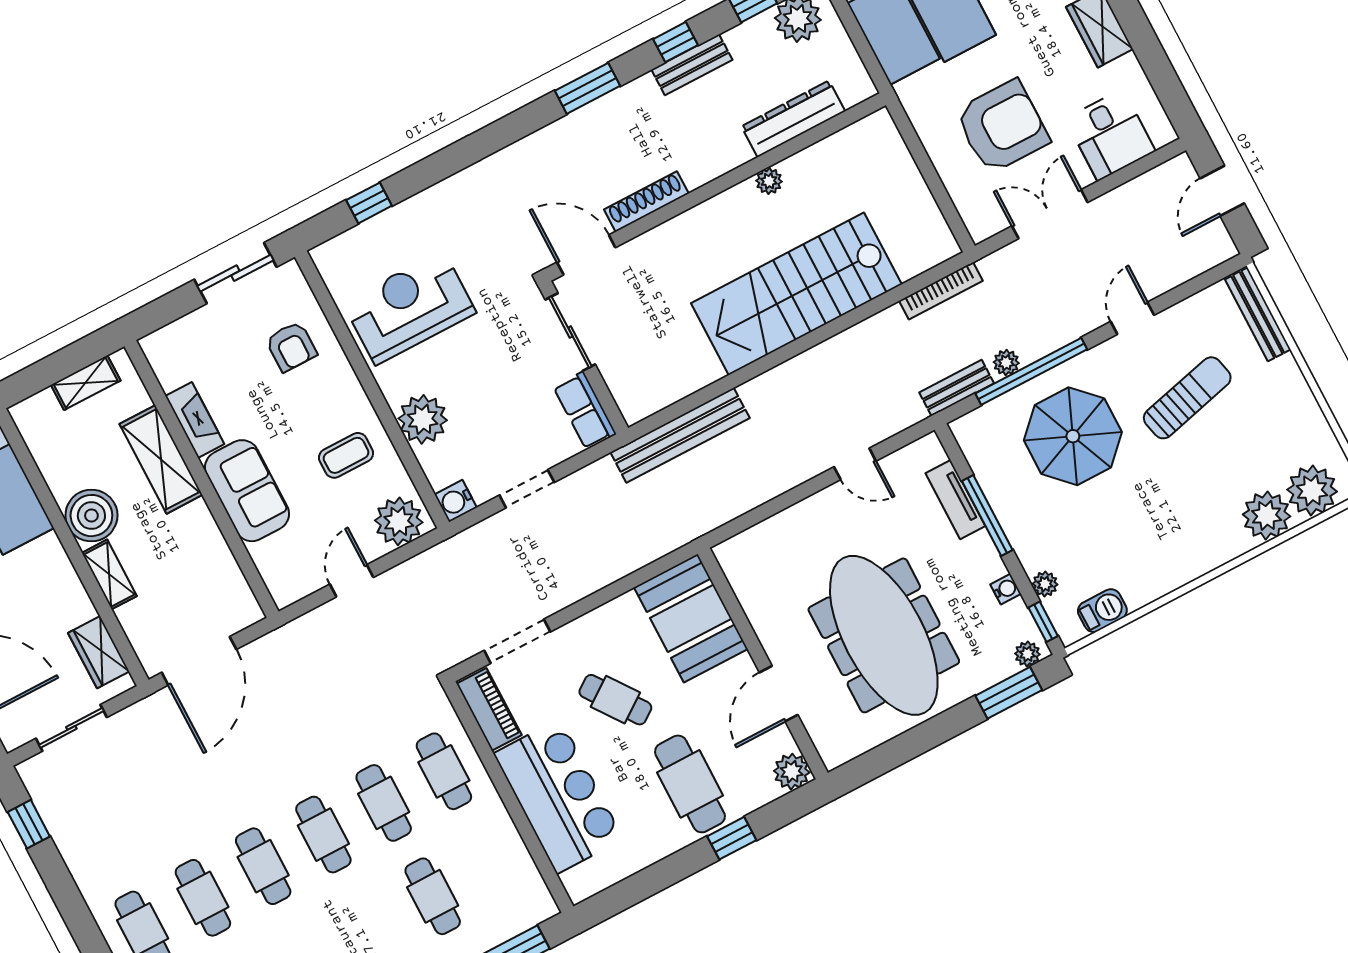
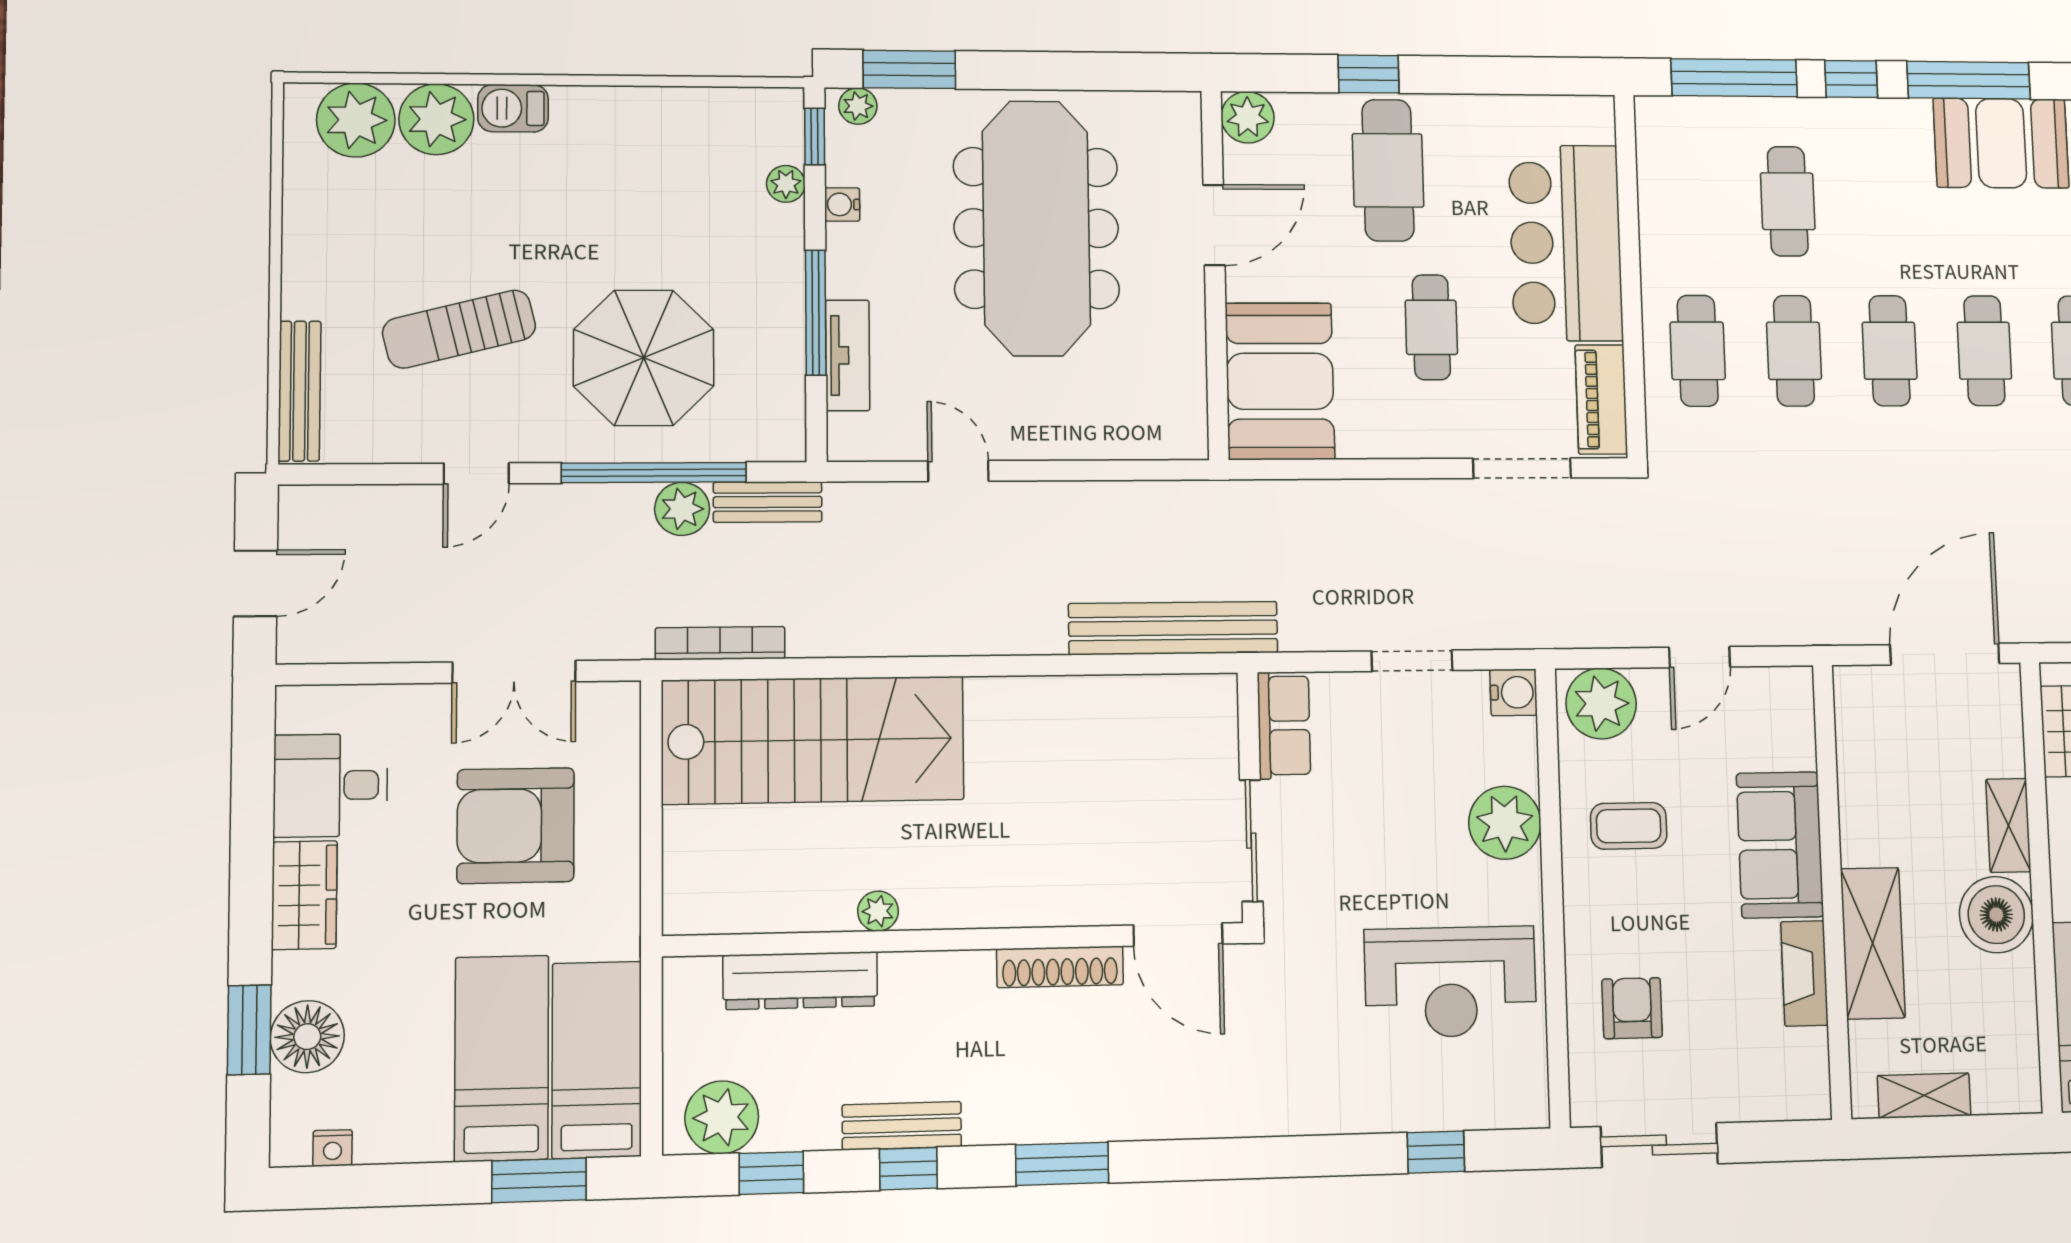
desk: (1110, 135) -> (331, 785), moved, turned -90
stairs: (796, 294) -> (813, 740), moved
plant: (1006, 363) -> (682, 509), width x1.38, depth x1.38
barbecue: (1102, 611) -> (513, 108), moved
cafe table: (615, 700) -> (1431, 327), turned 36

